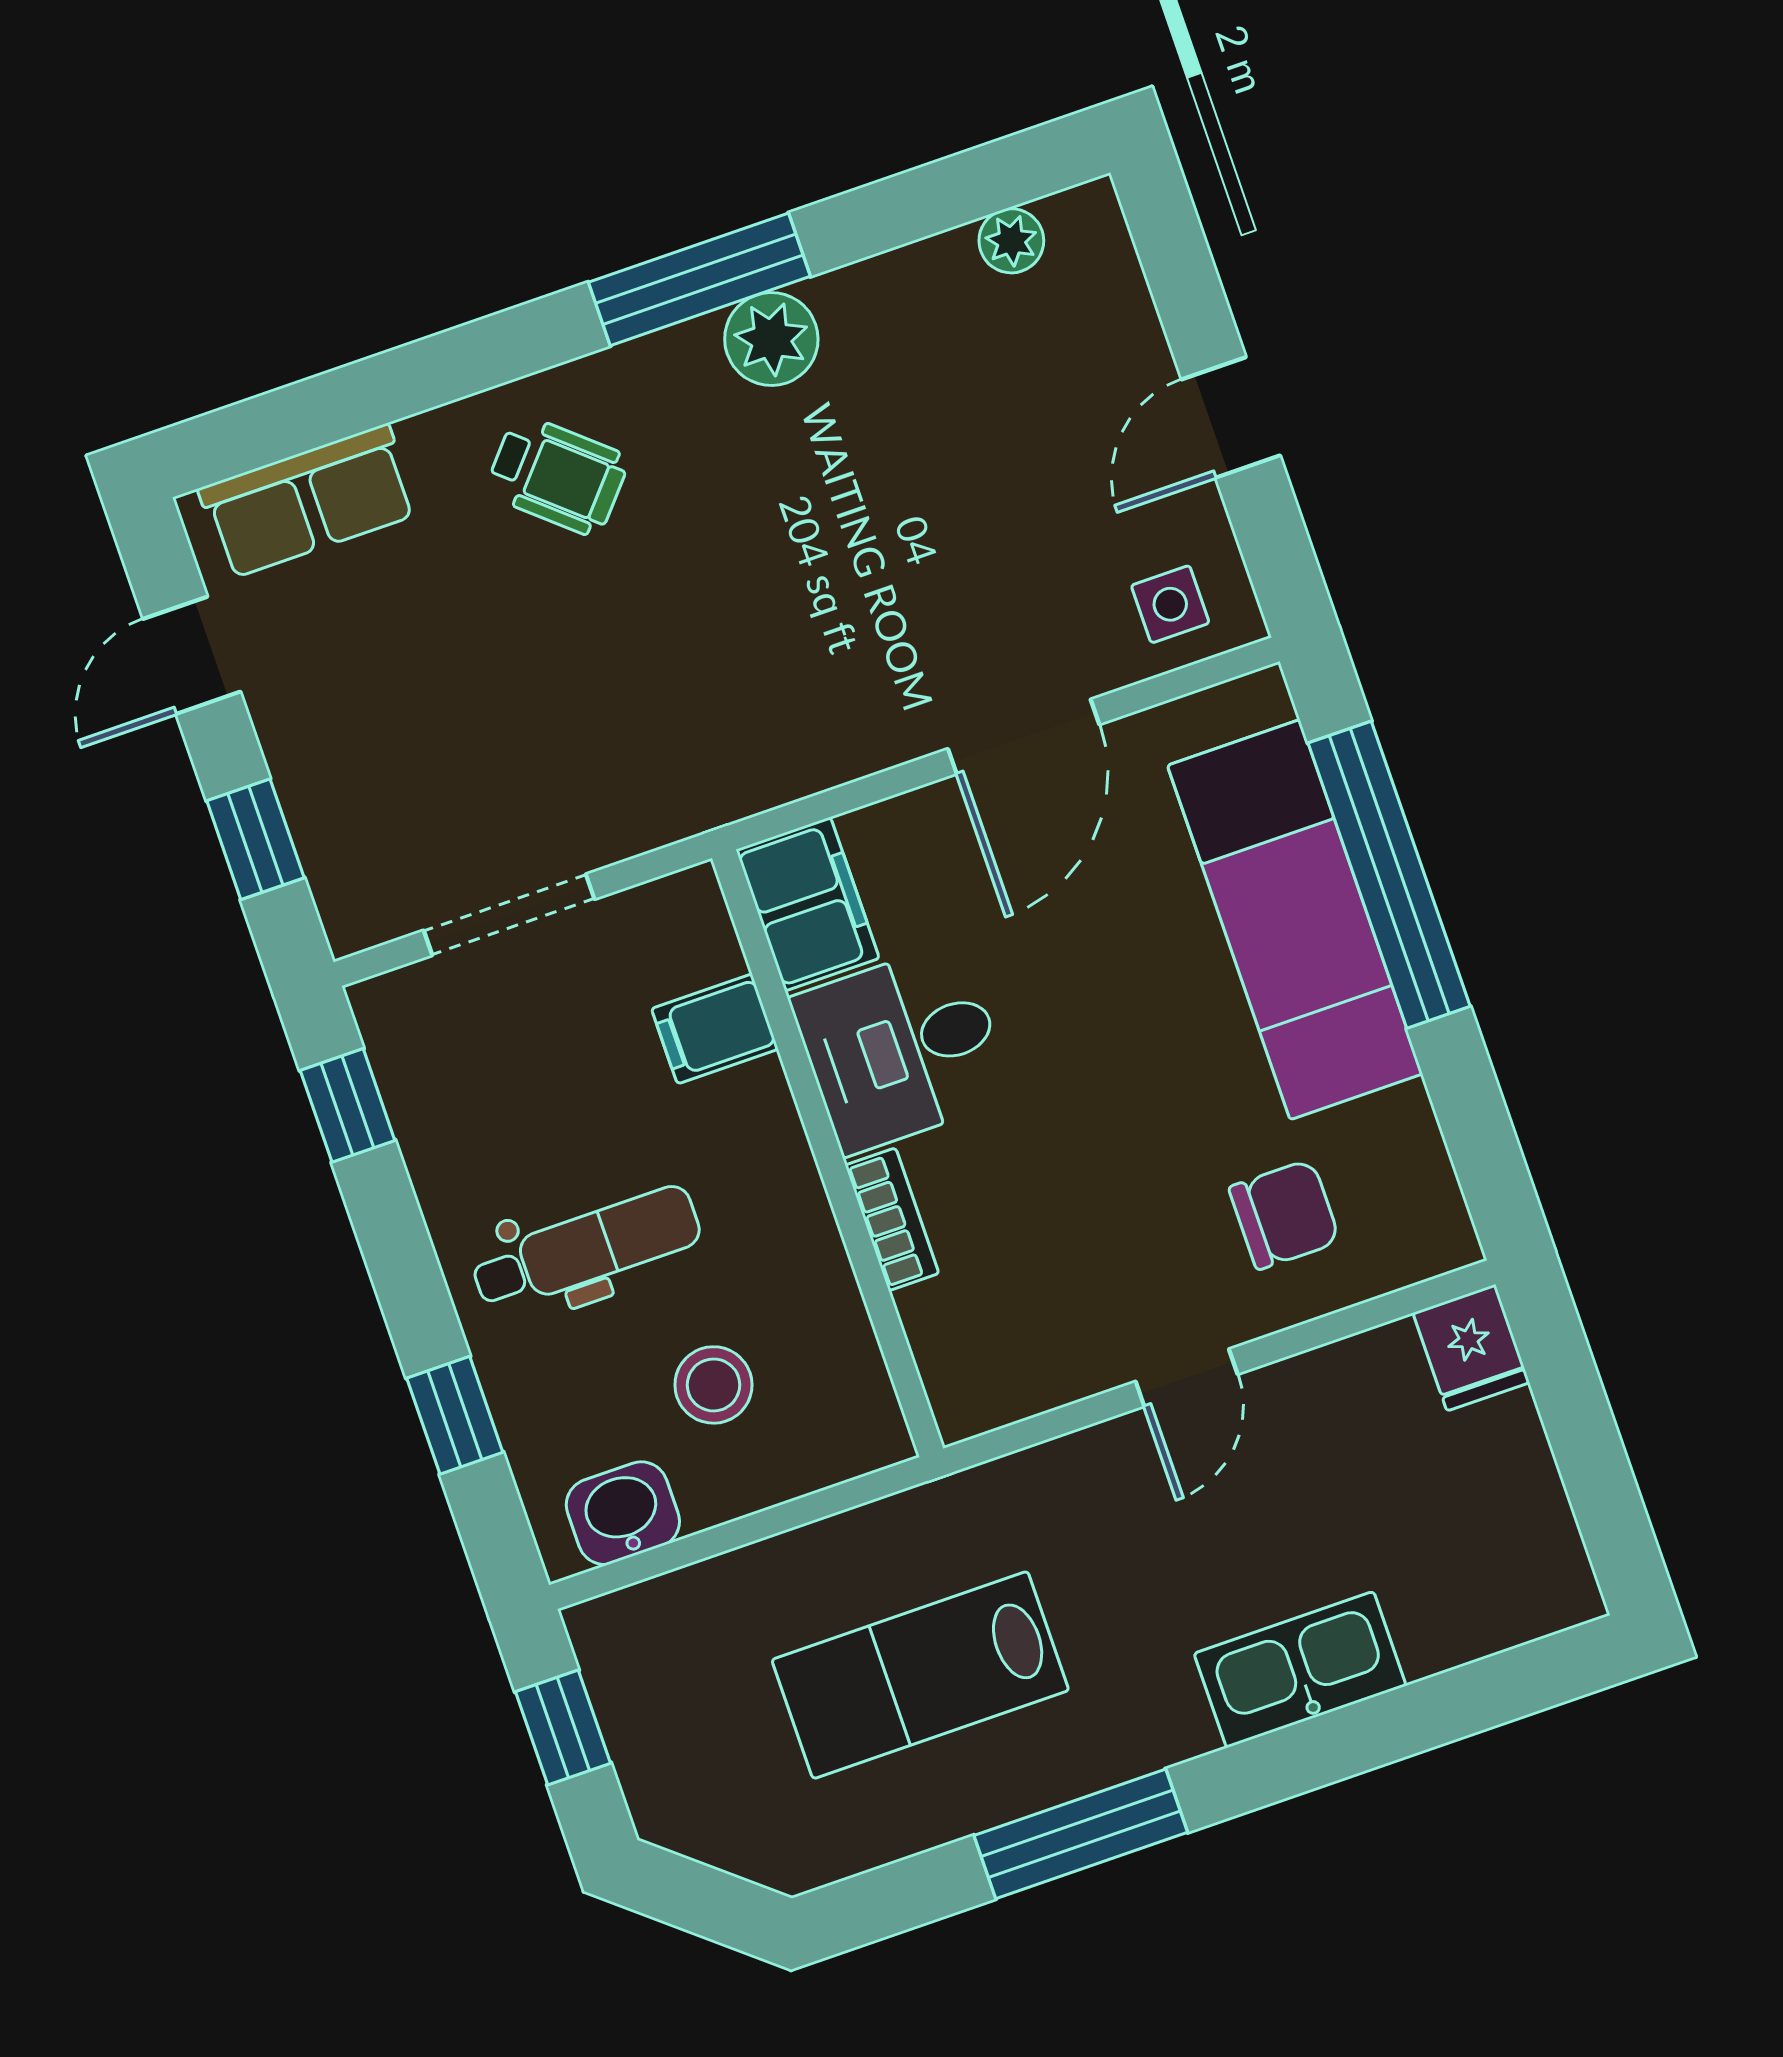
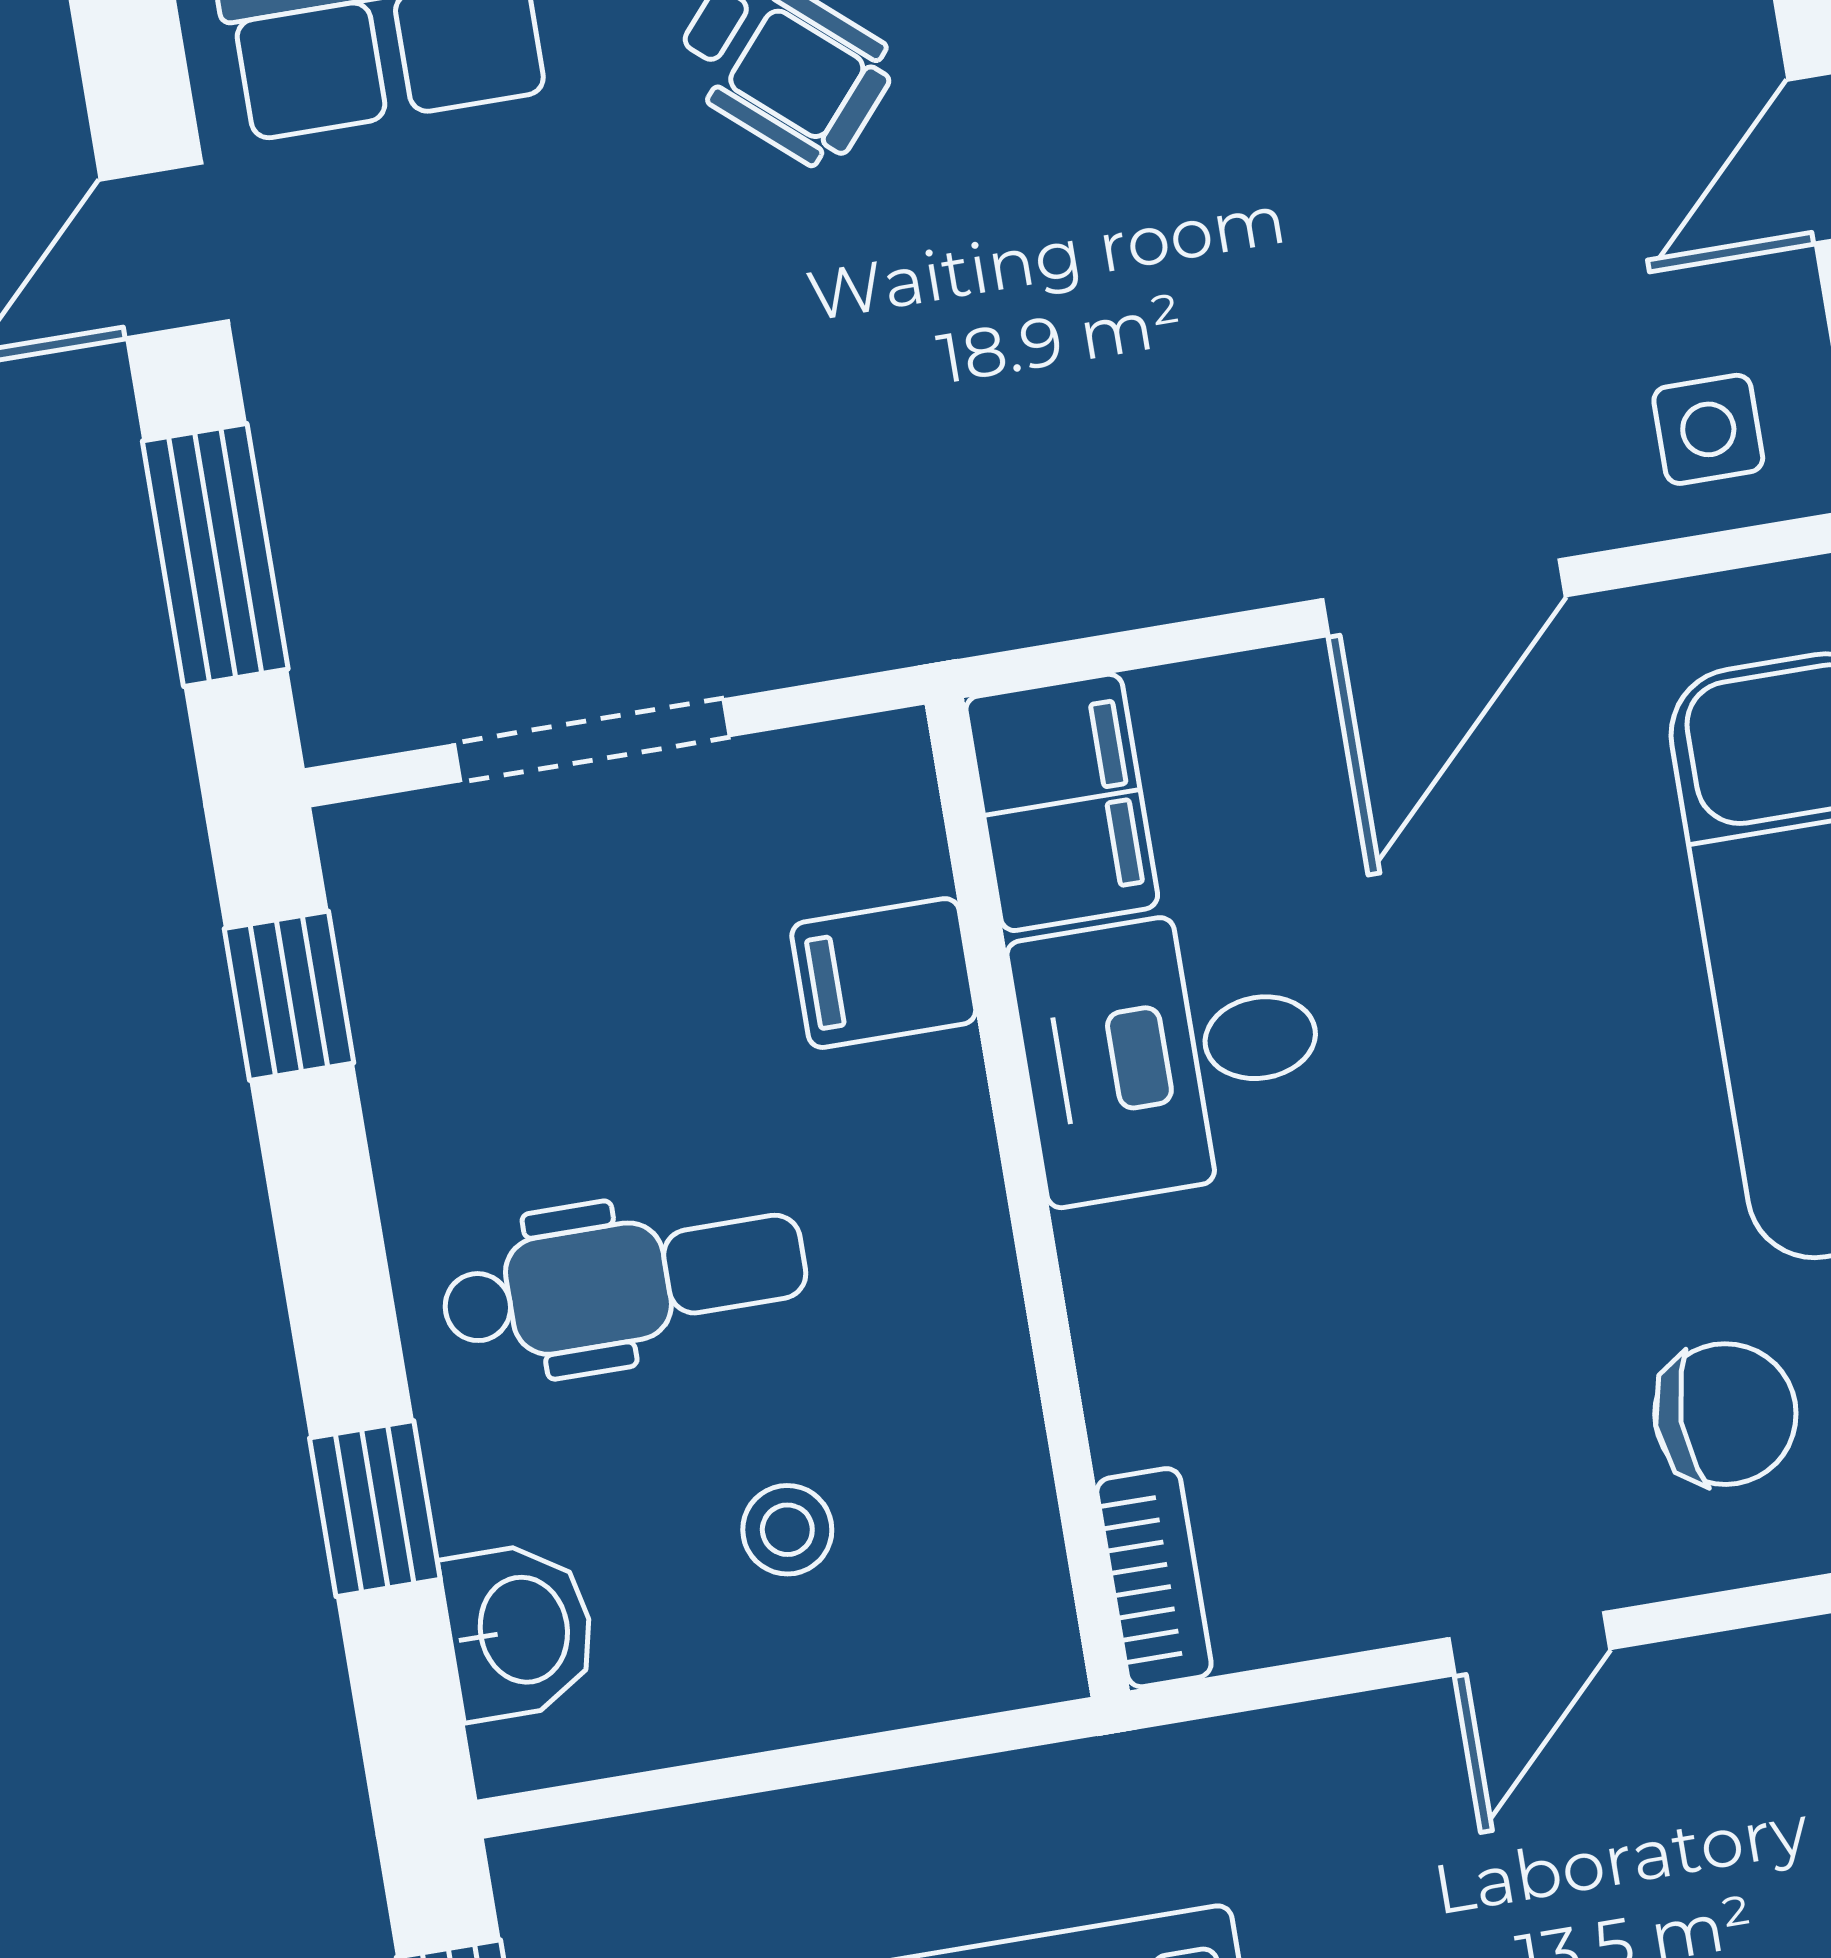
window: (255, 839) -> (215, 555), width x1.50
bookcase: (892, 1219) -> (1154, 1578), moved
stool: (713, 1385) -> (787, 1530), width x0.73, depth x0.73
washbasin: (623, 1513) -> (520, 1630), moved, turned 90

